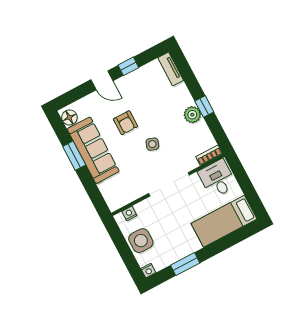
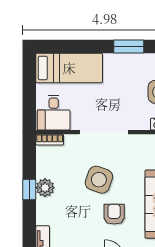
side table: (152, 144) -> (99, 180), width x1.87, depth x1.87

